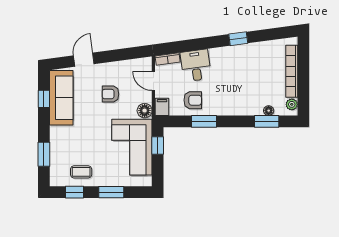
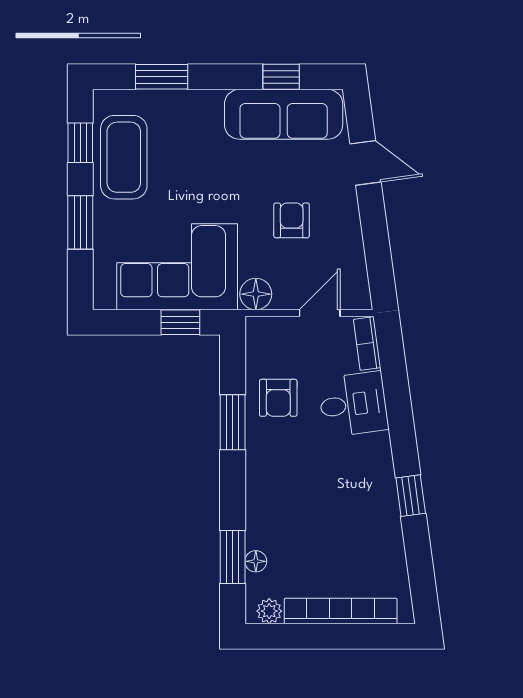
filing cabinet: (162, 107) -> (264, 332), removed
coffee table: (81, 172) -> (124, 157), width x1.86, depth x1.72

